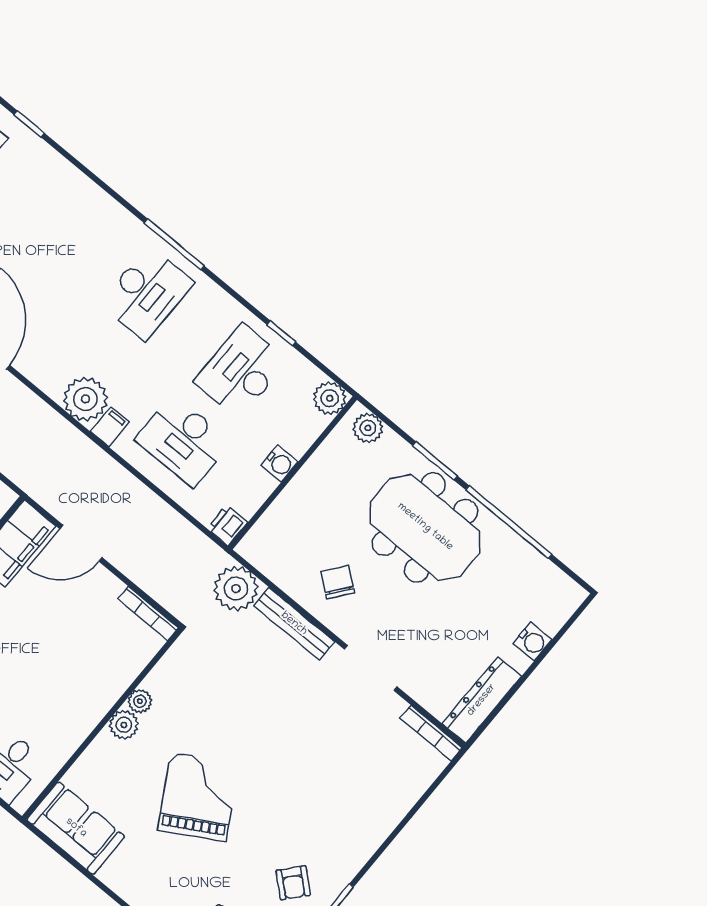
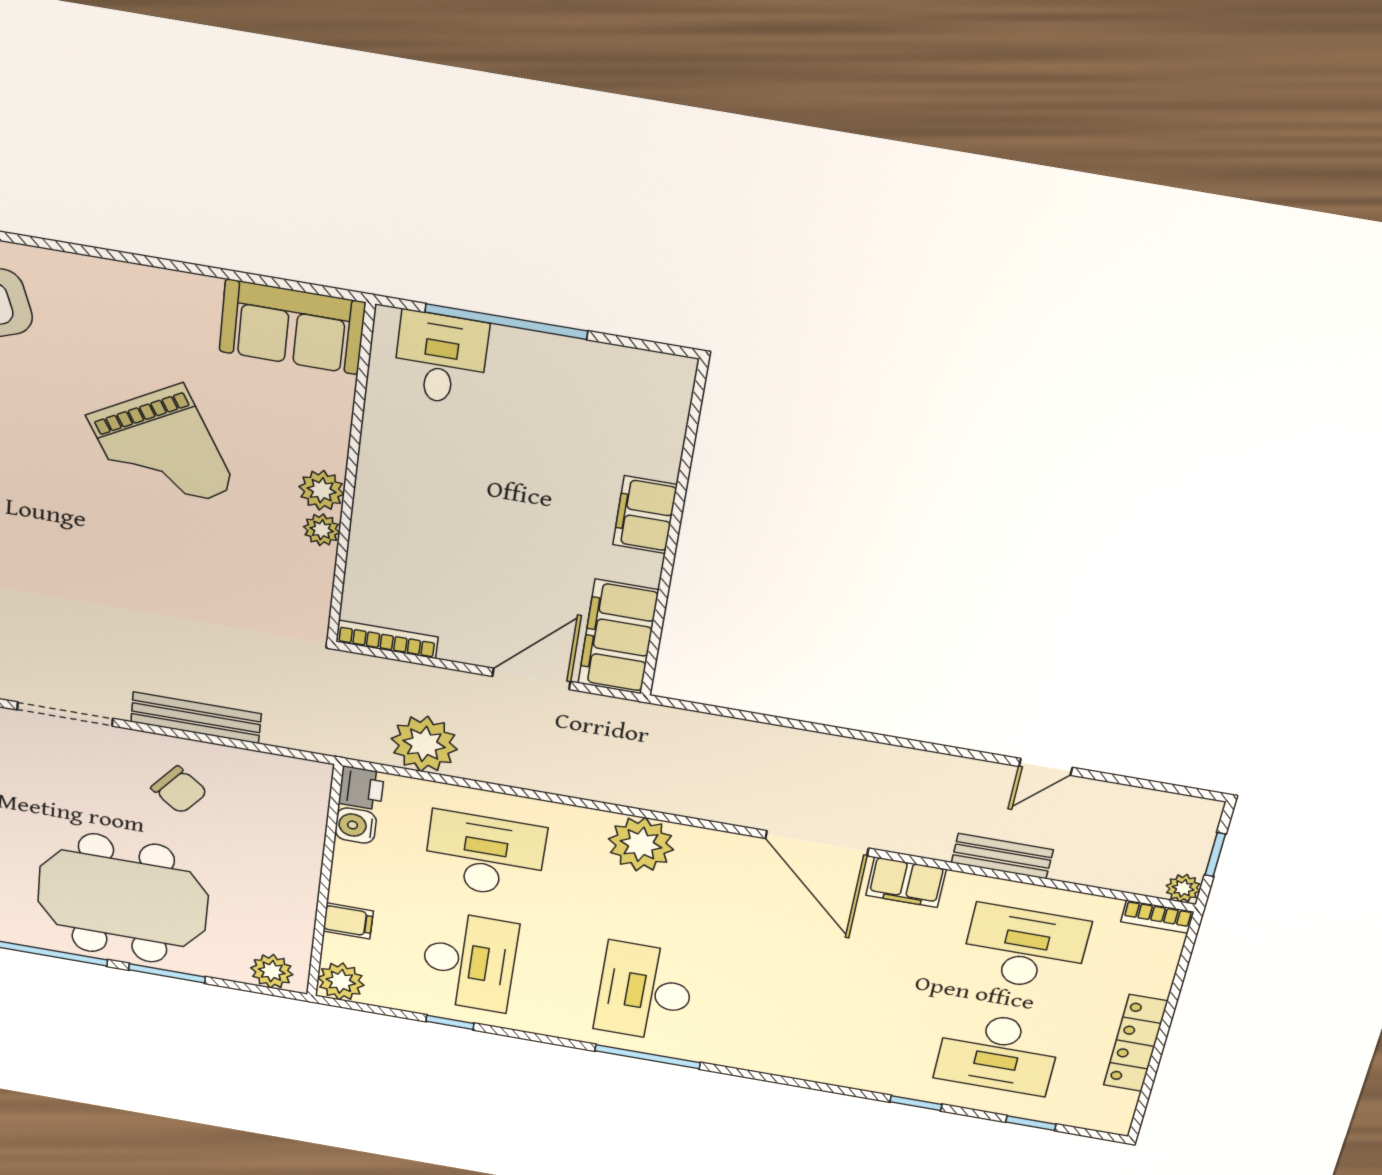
filing cabinet: (110, 427) -> (348, 921), moved, turned -90
water cooler: (280, 463) -> (356, 826), moved
plant: (236, 589) -> (424, 744), moved

